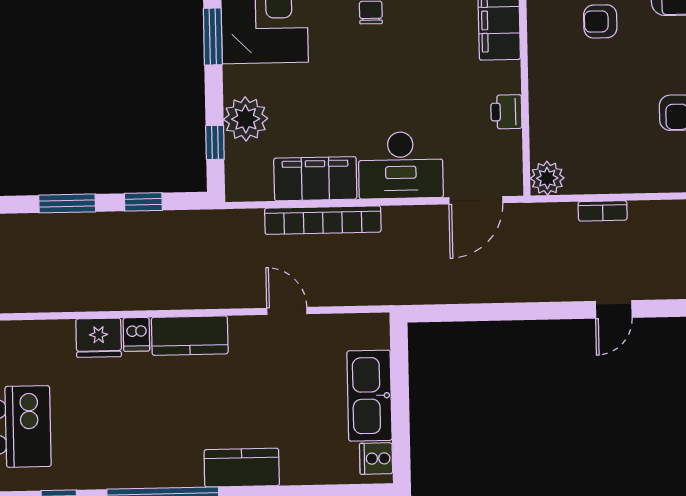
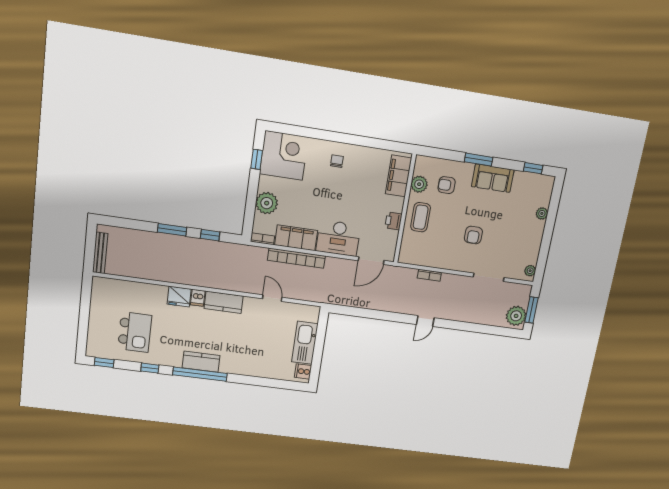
window: (213, 36) -> (257, 159), width x0.67
coffee table: (560, 95) -> (421, 217), added
window: (215, 142) -> (250, 212), removed
plant: (547, 178) -> (419, 184), moved
bookcase: (248, 192) -> (263, 239), added
kitchen counter: (242, 468) -> (201, 362), moved

